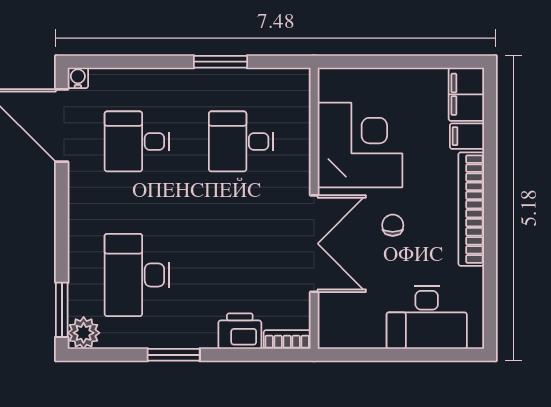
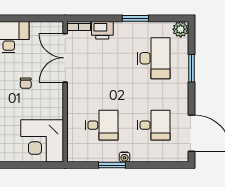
water cooler: (78, 78) -> (124, 157), moved
corner desk: (360, 145) -> (42, 141), moved
double door: (314, 244) -> (65, 58), moved
window: (62, 310) -> (191, 68), moved

